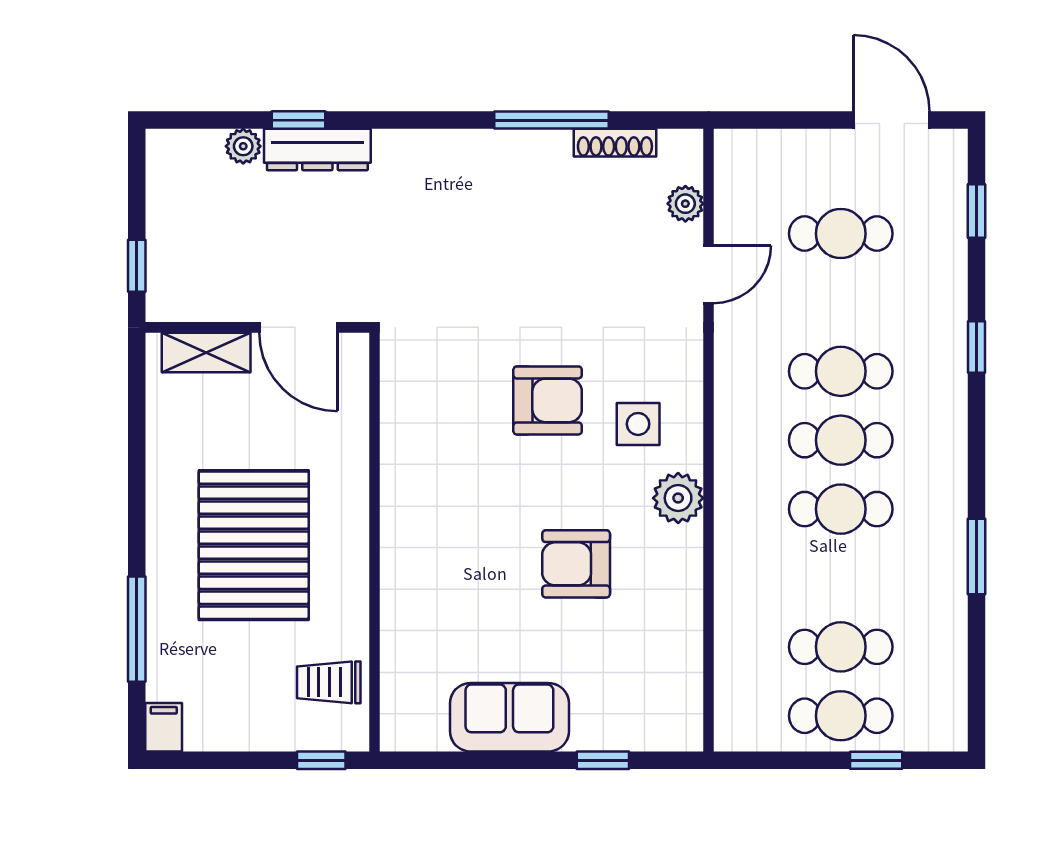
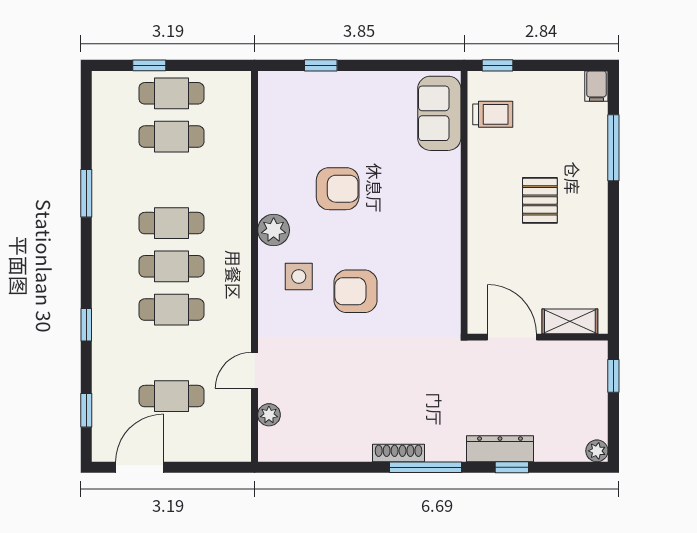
window: (552, 120) -> (426, 467), moved
door: (892, 120) -> (140, 467), swing flipped
shoe rack: (615, 143) -> (399, 453), moved
plant: (243, 146) -> (597, 451), moved
pallet: (254, 545) -> (540, 200), width x0.49, depth x0.50
sofa: (509, 717) -> (439, 113), moved, turned 90

